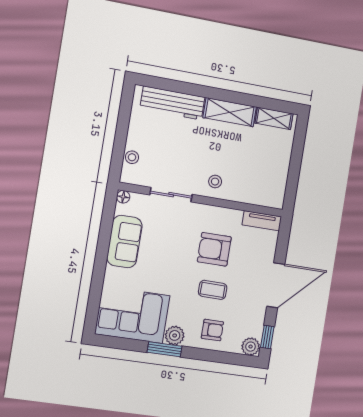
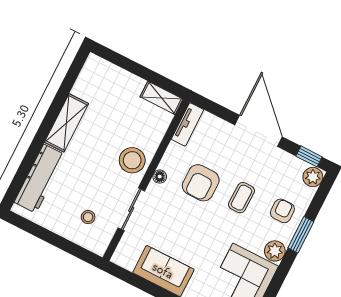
shelving: (274, 118) -> (161, 98), moved, turned 90
stool: (132, 157) -> (88, 217), moved
stool: (215, 182) -> (132, 160), width x1.89, depth x1.89
floor lamp: (123, 197) -> (160, 177), moved
window: (165, 349) -> (301, 235), moved

